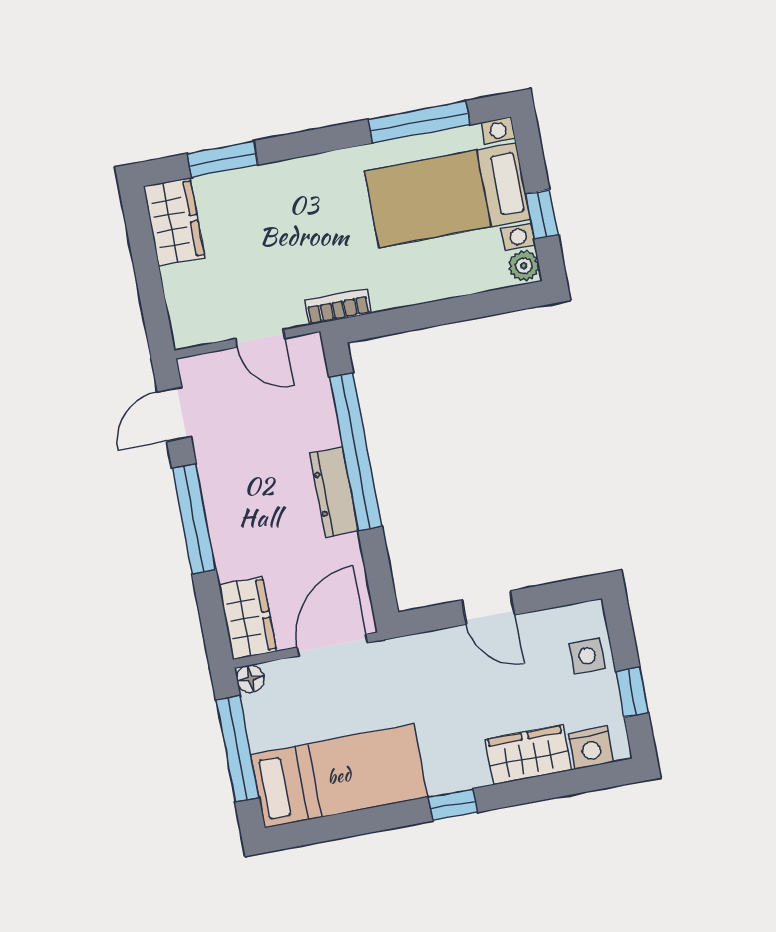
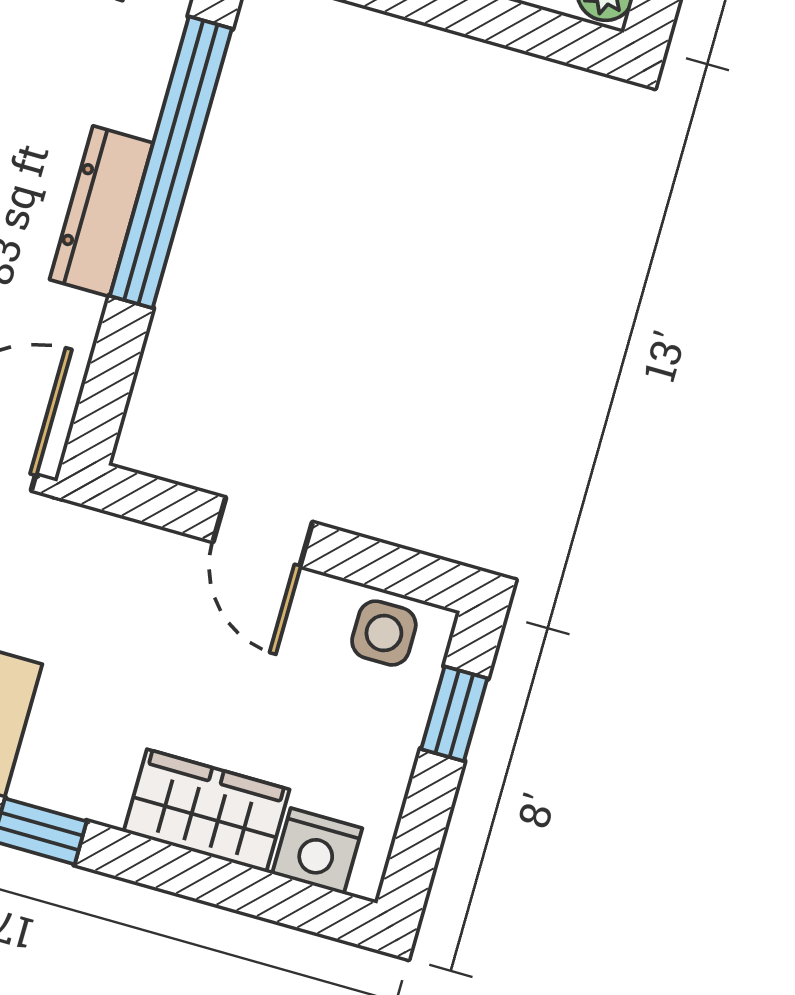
side table: (587, 656) -> (384, 633), moved
window: (632, 692) -> (454, 714), moved

